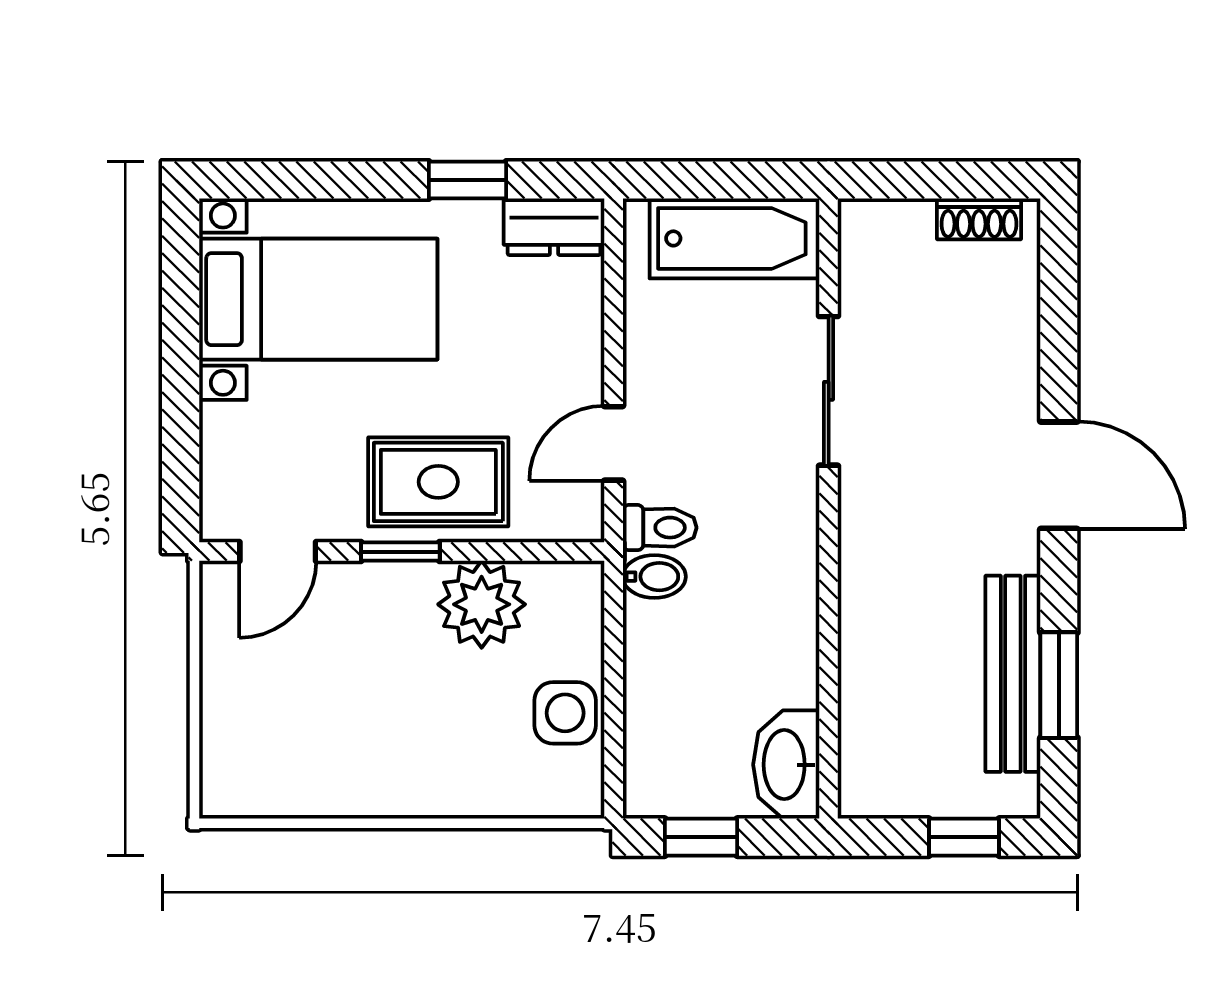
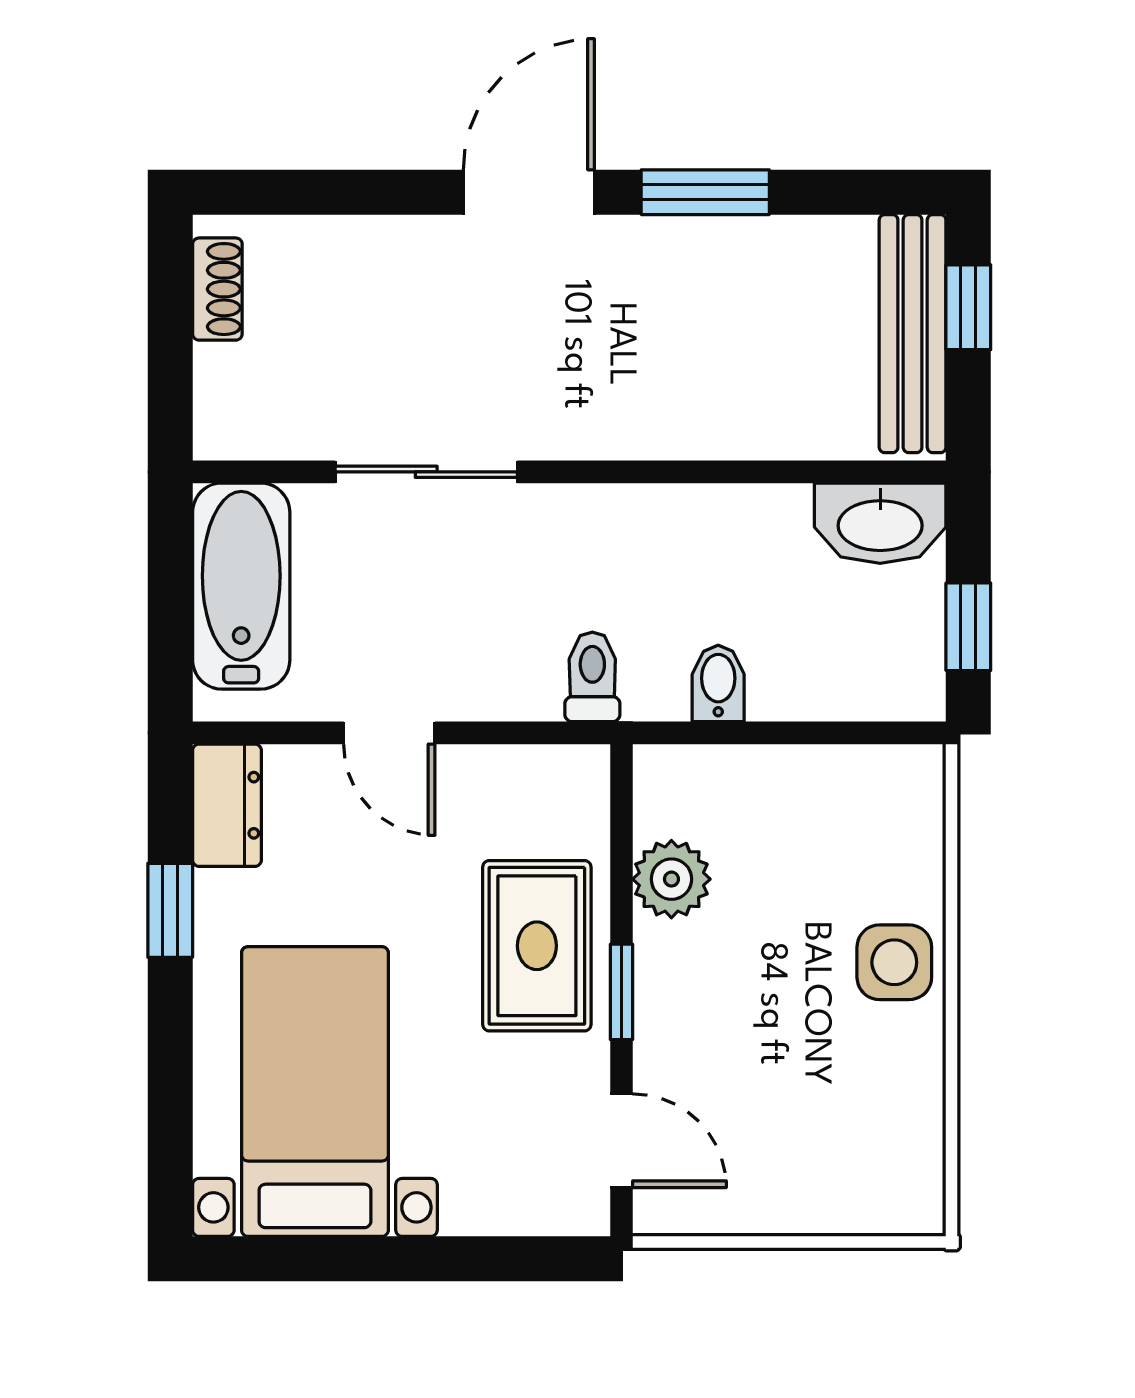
door: (614, 443) -> (389, 733), moved
bidet: (654, 577) -> (718, 683), moved
plant: (482, 604) -> (671, 879), width x0.73, depth x0.73
bench: (1013, 674) -> (913, 334), moved, turned 90
window: (1059, 685) -> (705, 192), moved
side table: (565, 713) -> (894, 962), moved

